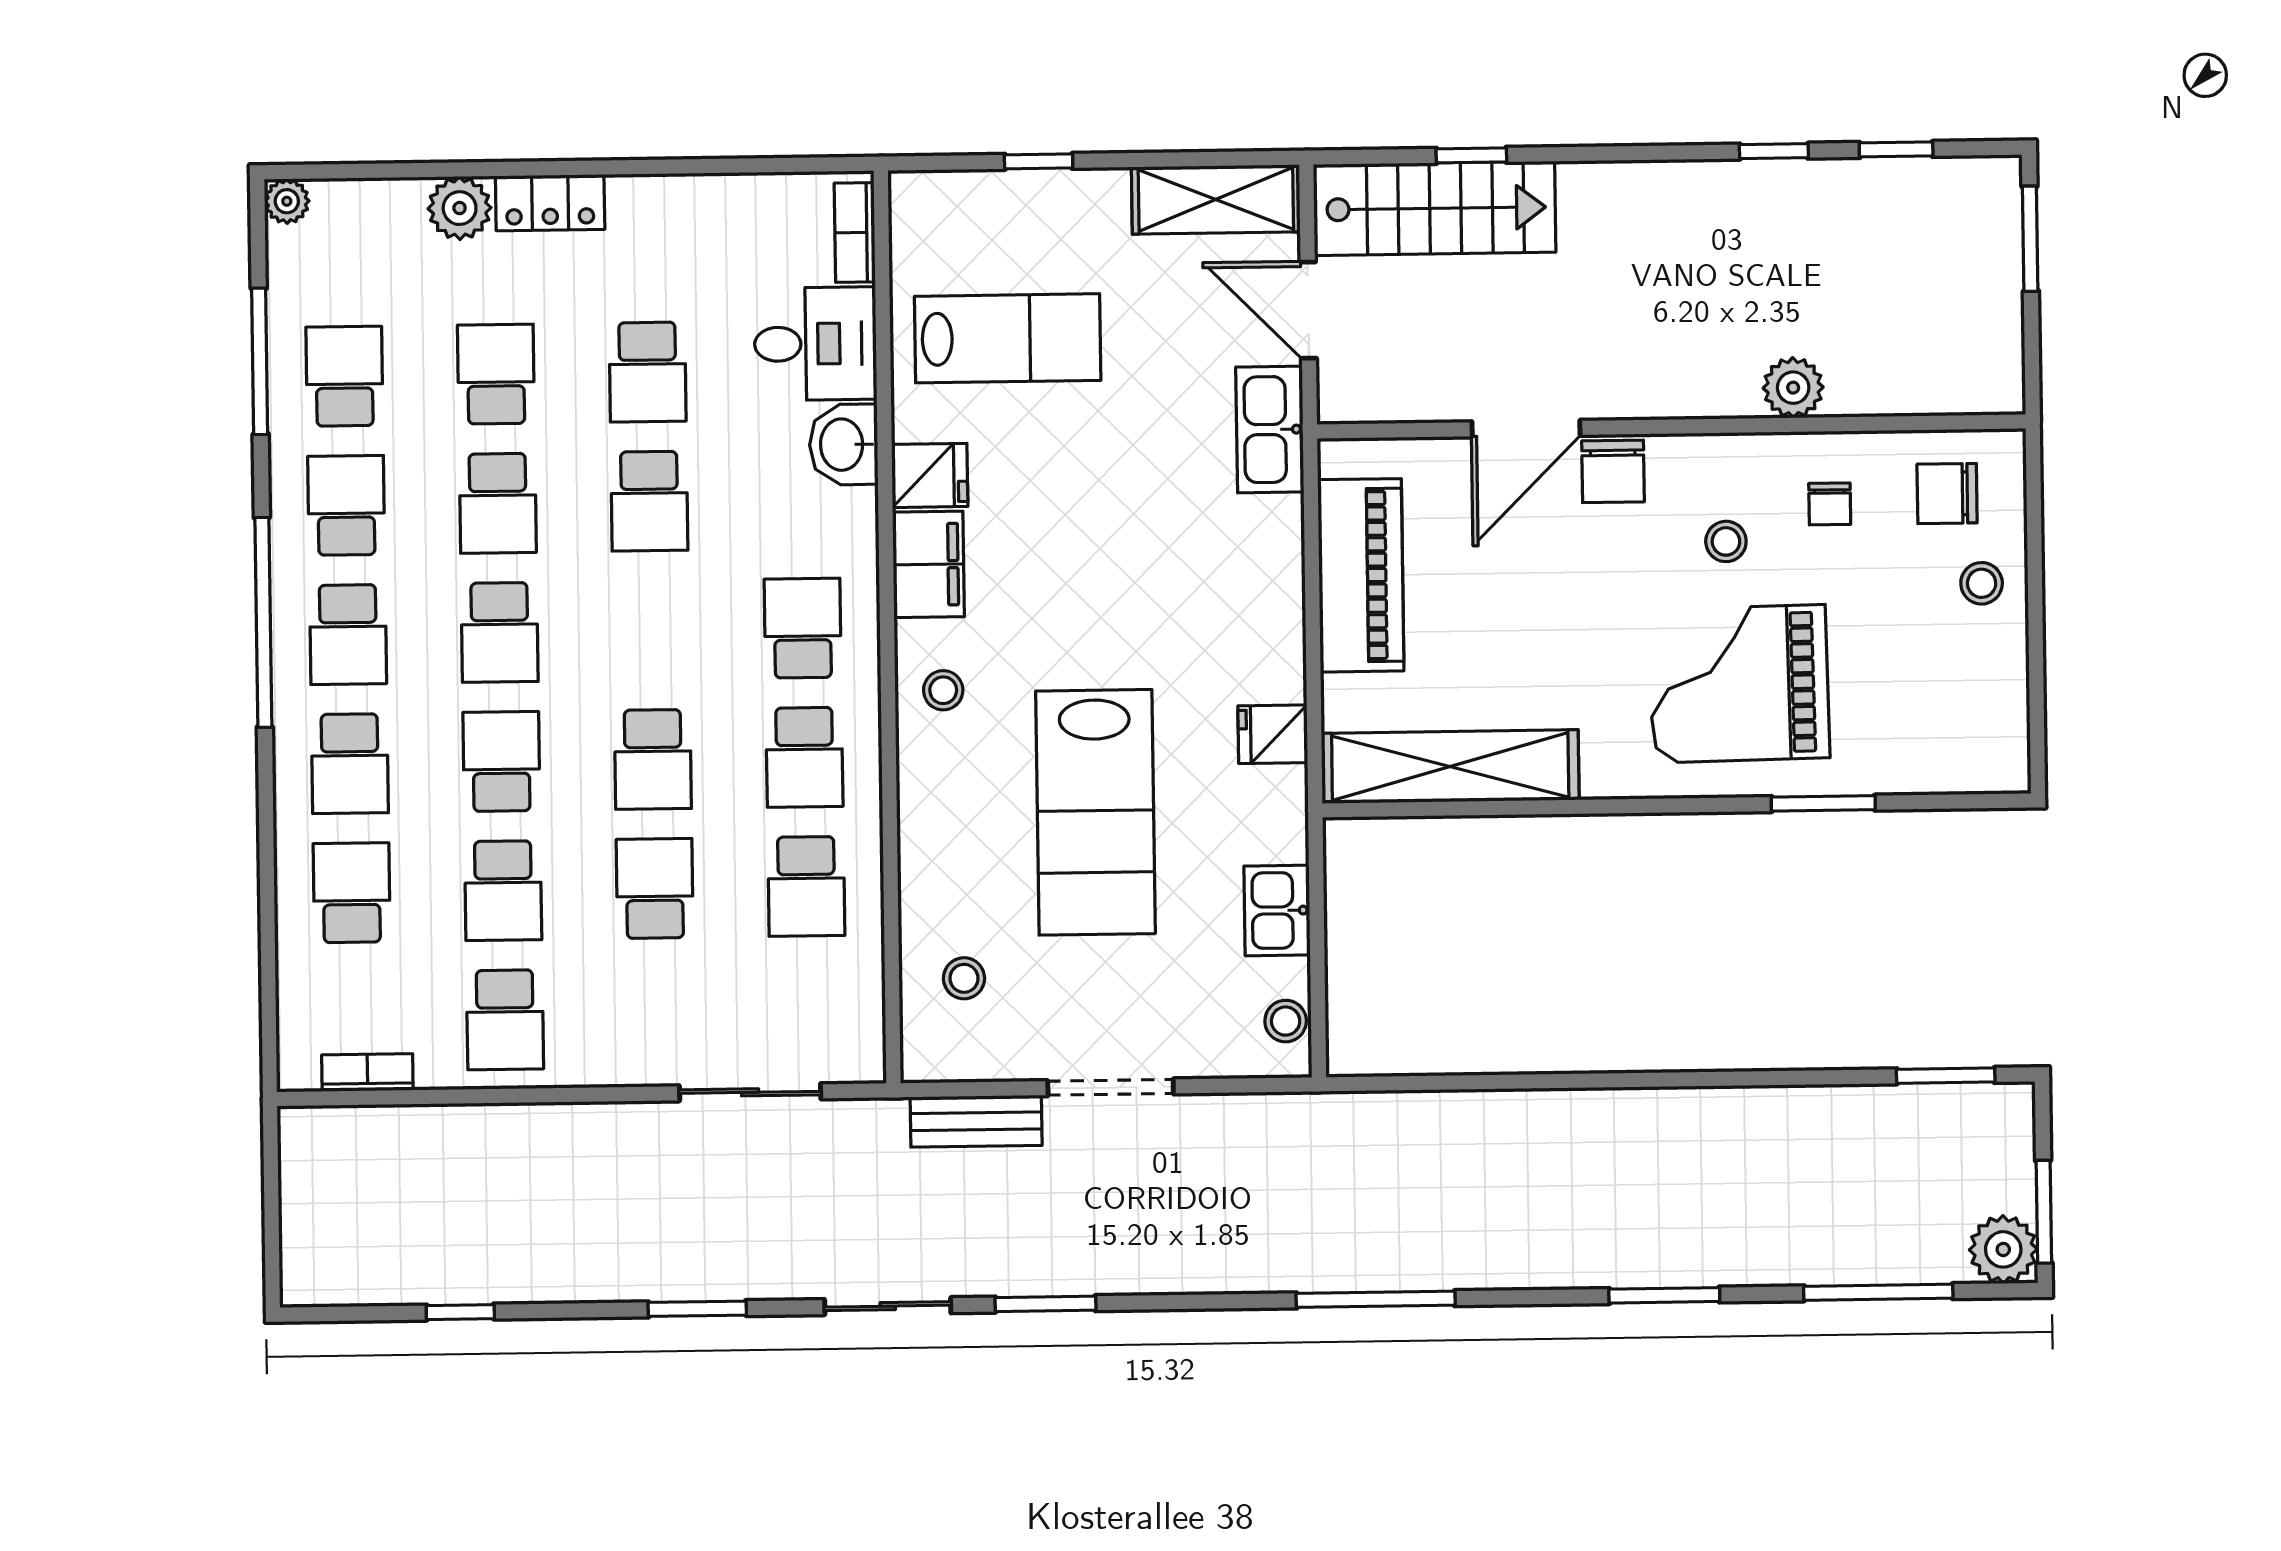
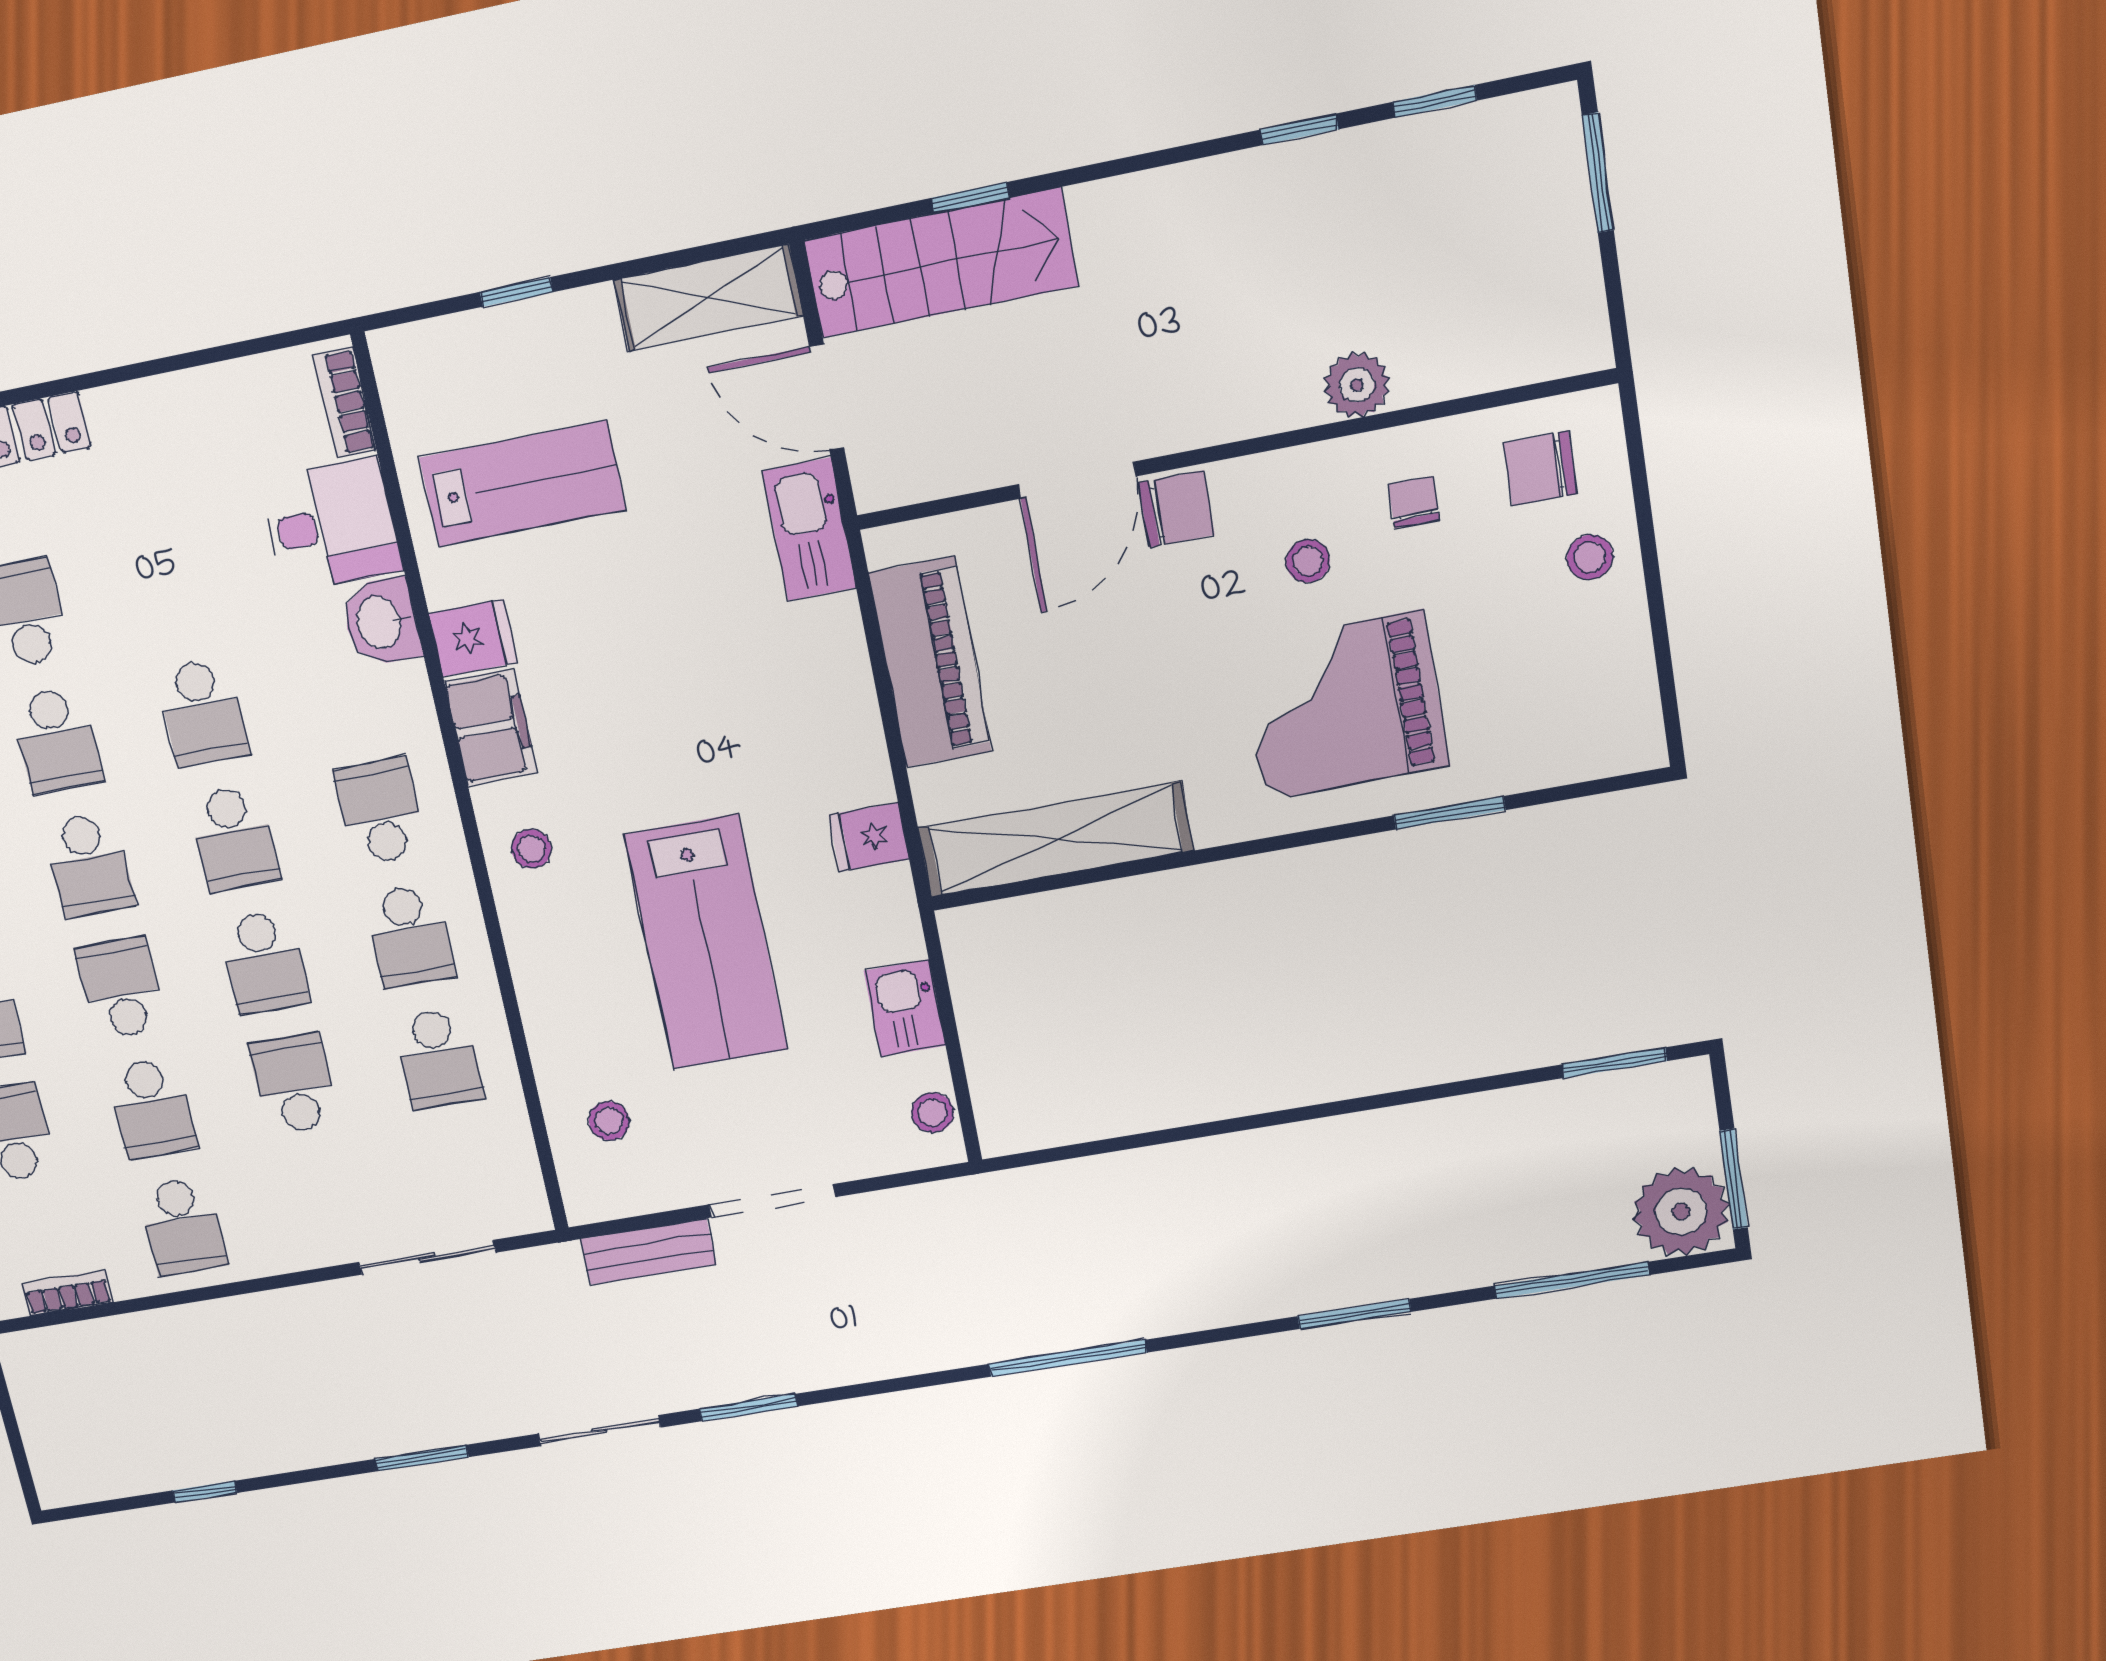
school desk: (648, 372) -> (234, 838), moved
chair: (1613, 471) -> (1176, 509), turned -90
chair: (1830, 504) -> (1414, 502), turned 180
plant: (2003, 1249) -> (1681, 1212), width x1.36, depth x1.36

